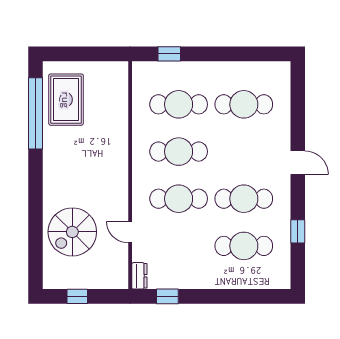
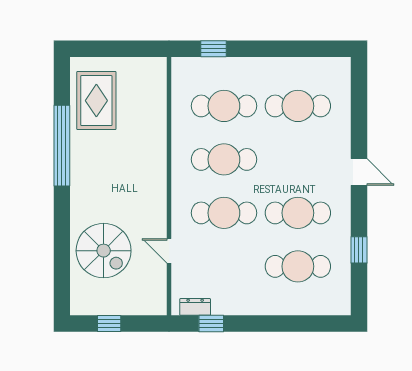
window: (36, 113) -> (62, 146), moved
spiral stairs: (72, 232) -> (104, 251), turned -90
dresser: (139, 276) -> (195, 307), moved, turned -90

